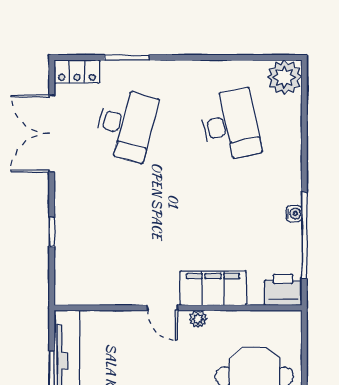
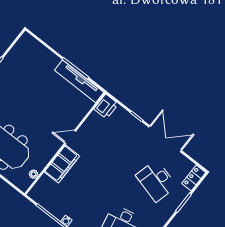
double door: (52, 134) -> (165, 139), moved
printer: (283, 290) -> (106, 106), moved
plant: (198, 319) -> (34, 174), moved

